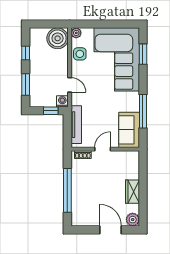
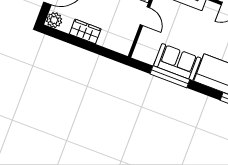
sofa: (129, 130) -> (177, 62), moved

